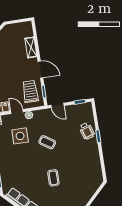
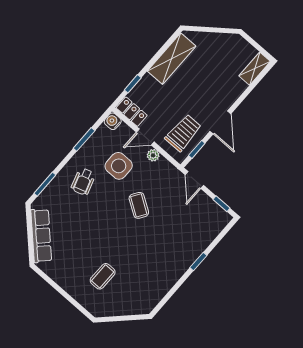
shelving: (31, 47) -> (255, 69), moved
door: (17, 111) -> (145, 137), swing flipped
wheelchair: (87, 131) -> (83, 182), moved
coffee table: (53, 178) -> (103, 276), moved

